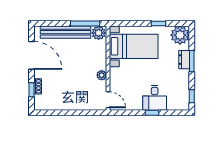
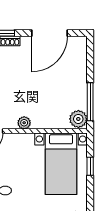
window: (159, 24) -> (90, 166), moved
bench: (66, 32) -> (79, 77), removed

